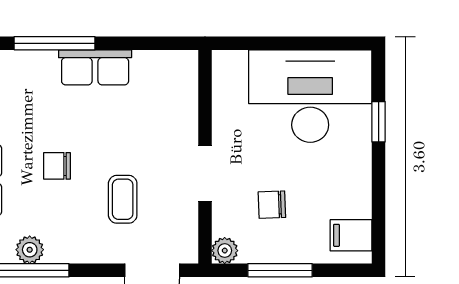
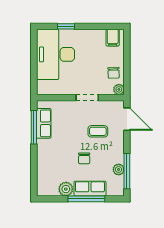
window: (55, 43) -> (34, 127), moved
row of seats: (95, 67) -> (44, 123), moved
chair: (272, 205) -> (114, 73), moved
window: (280, 270) -> (127, 67), removed

